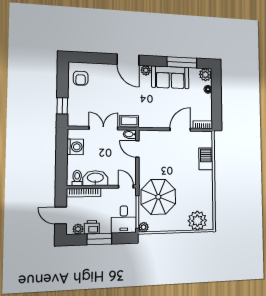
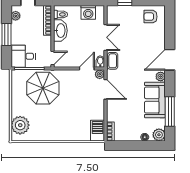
door: (180, 130) -> (105, 89), moved
barbecue: (206, 159) -> (97, 131), moved, turned -90
printer: (92, 227) -> (17, 28), removed
plant: (144, 227) -> (100, 74), moved

